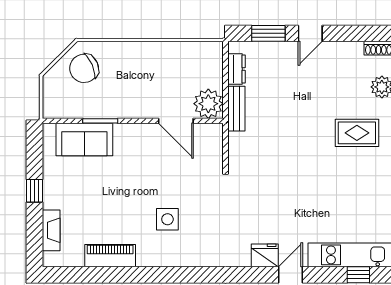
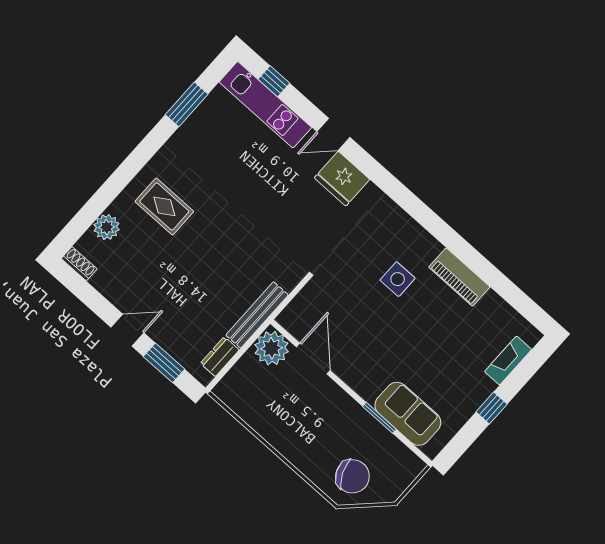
bench: (236, 109) -> (257, 315), width x1.36
fridge: (265, 255) -> (342, 179), width x1.36, depth x1.34
piano: (110, 256) -> (459, 277), moved

